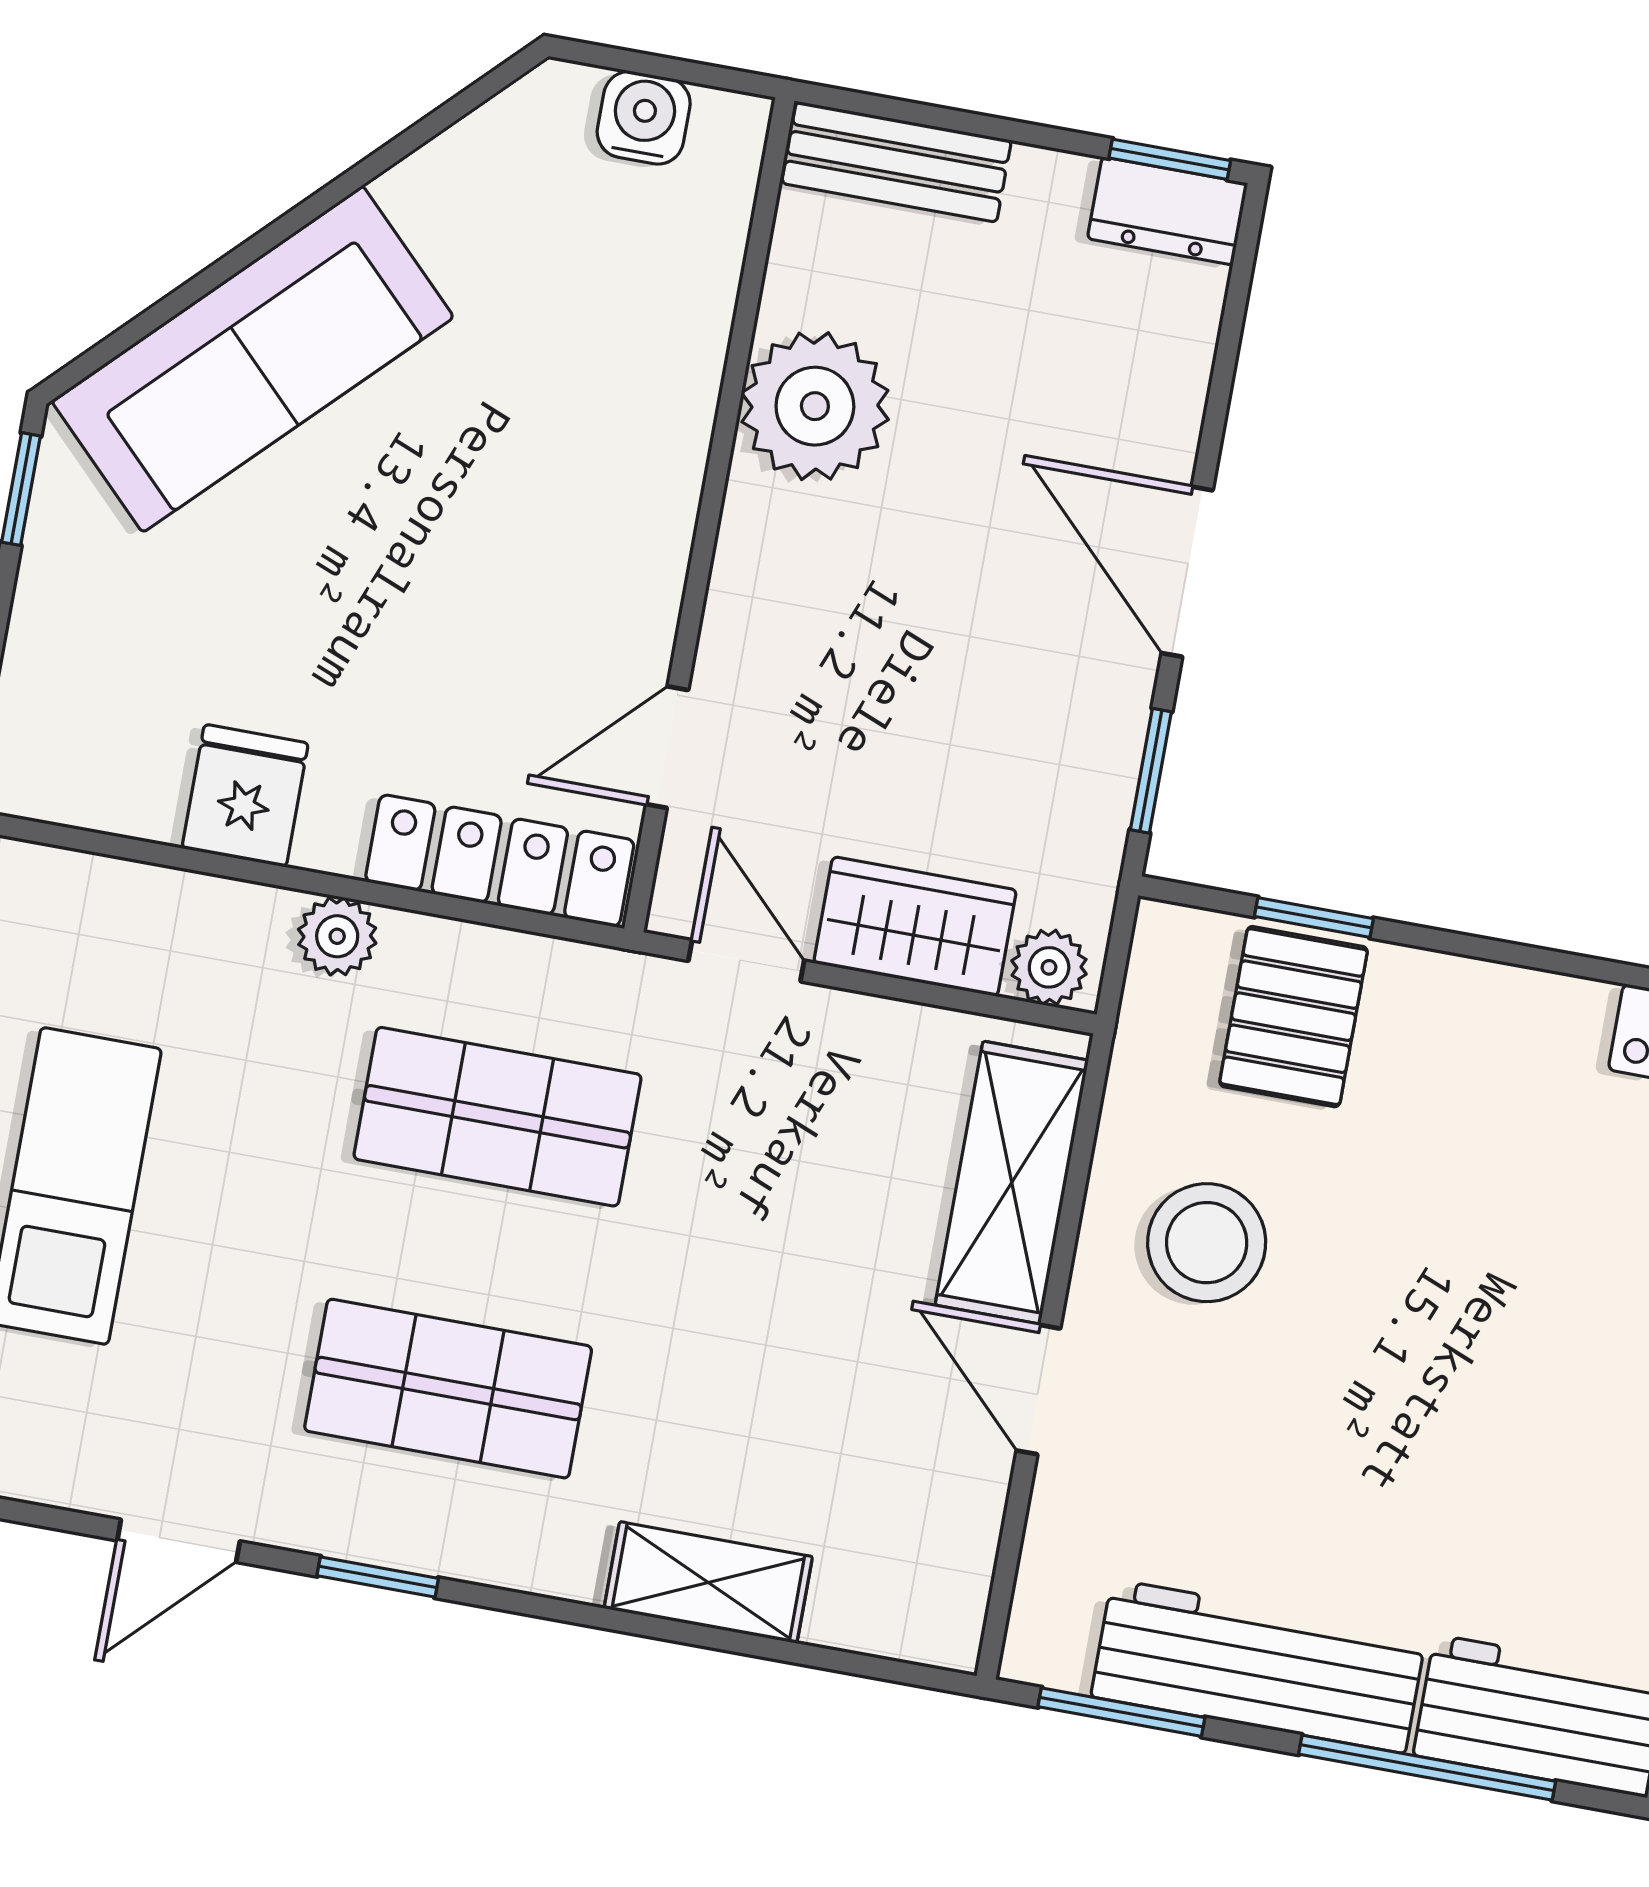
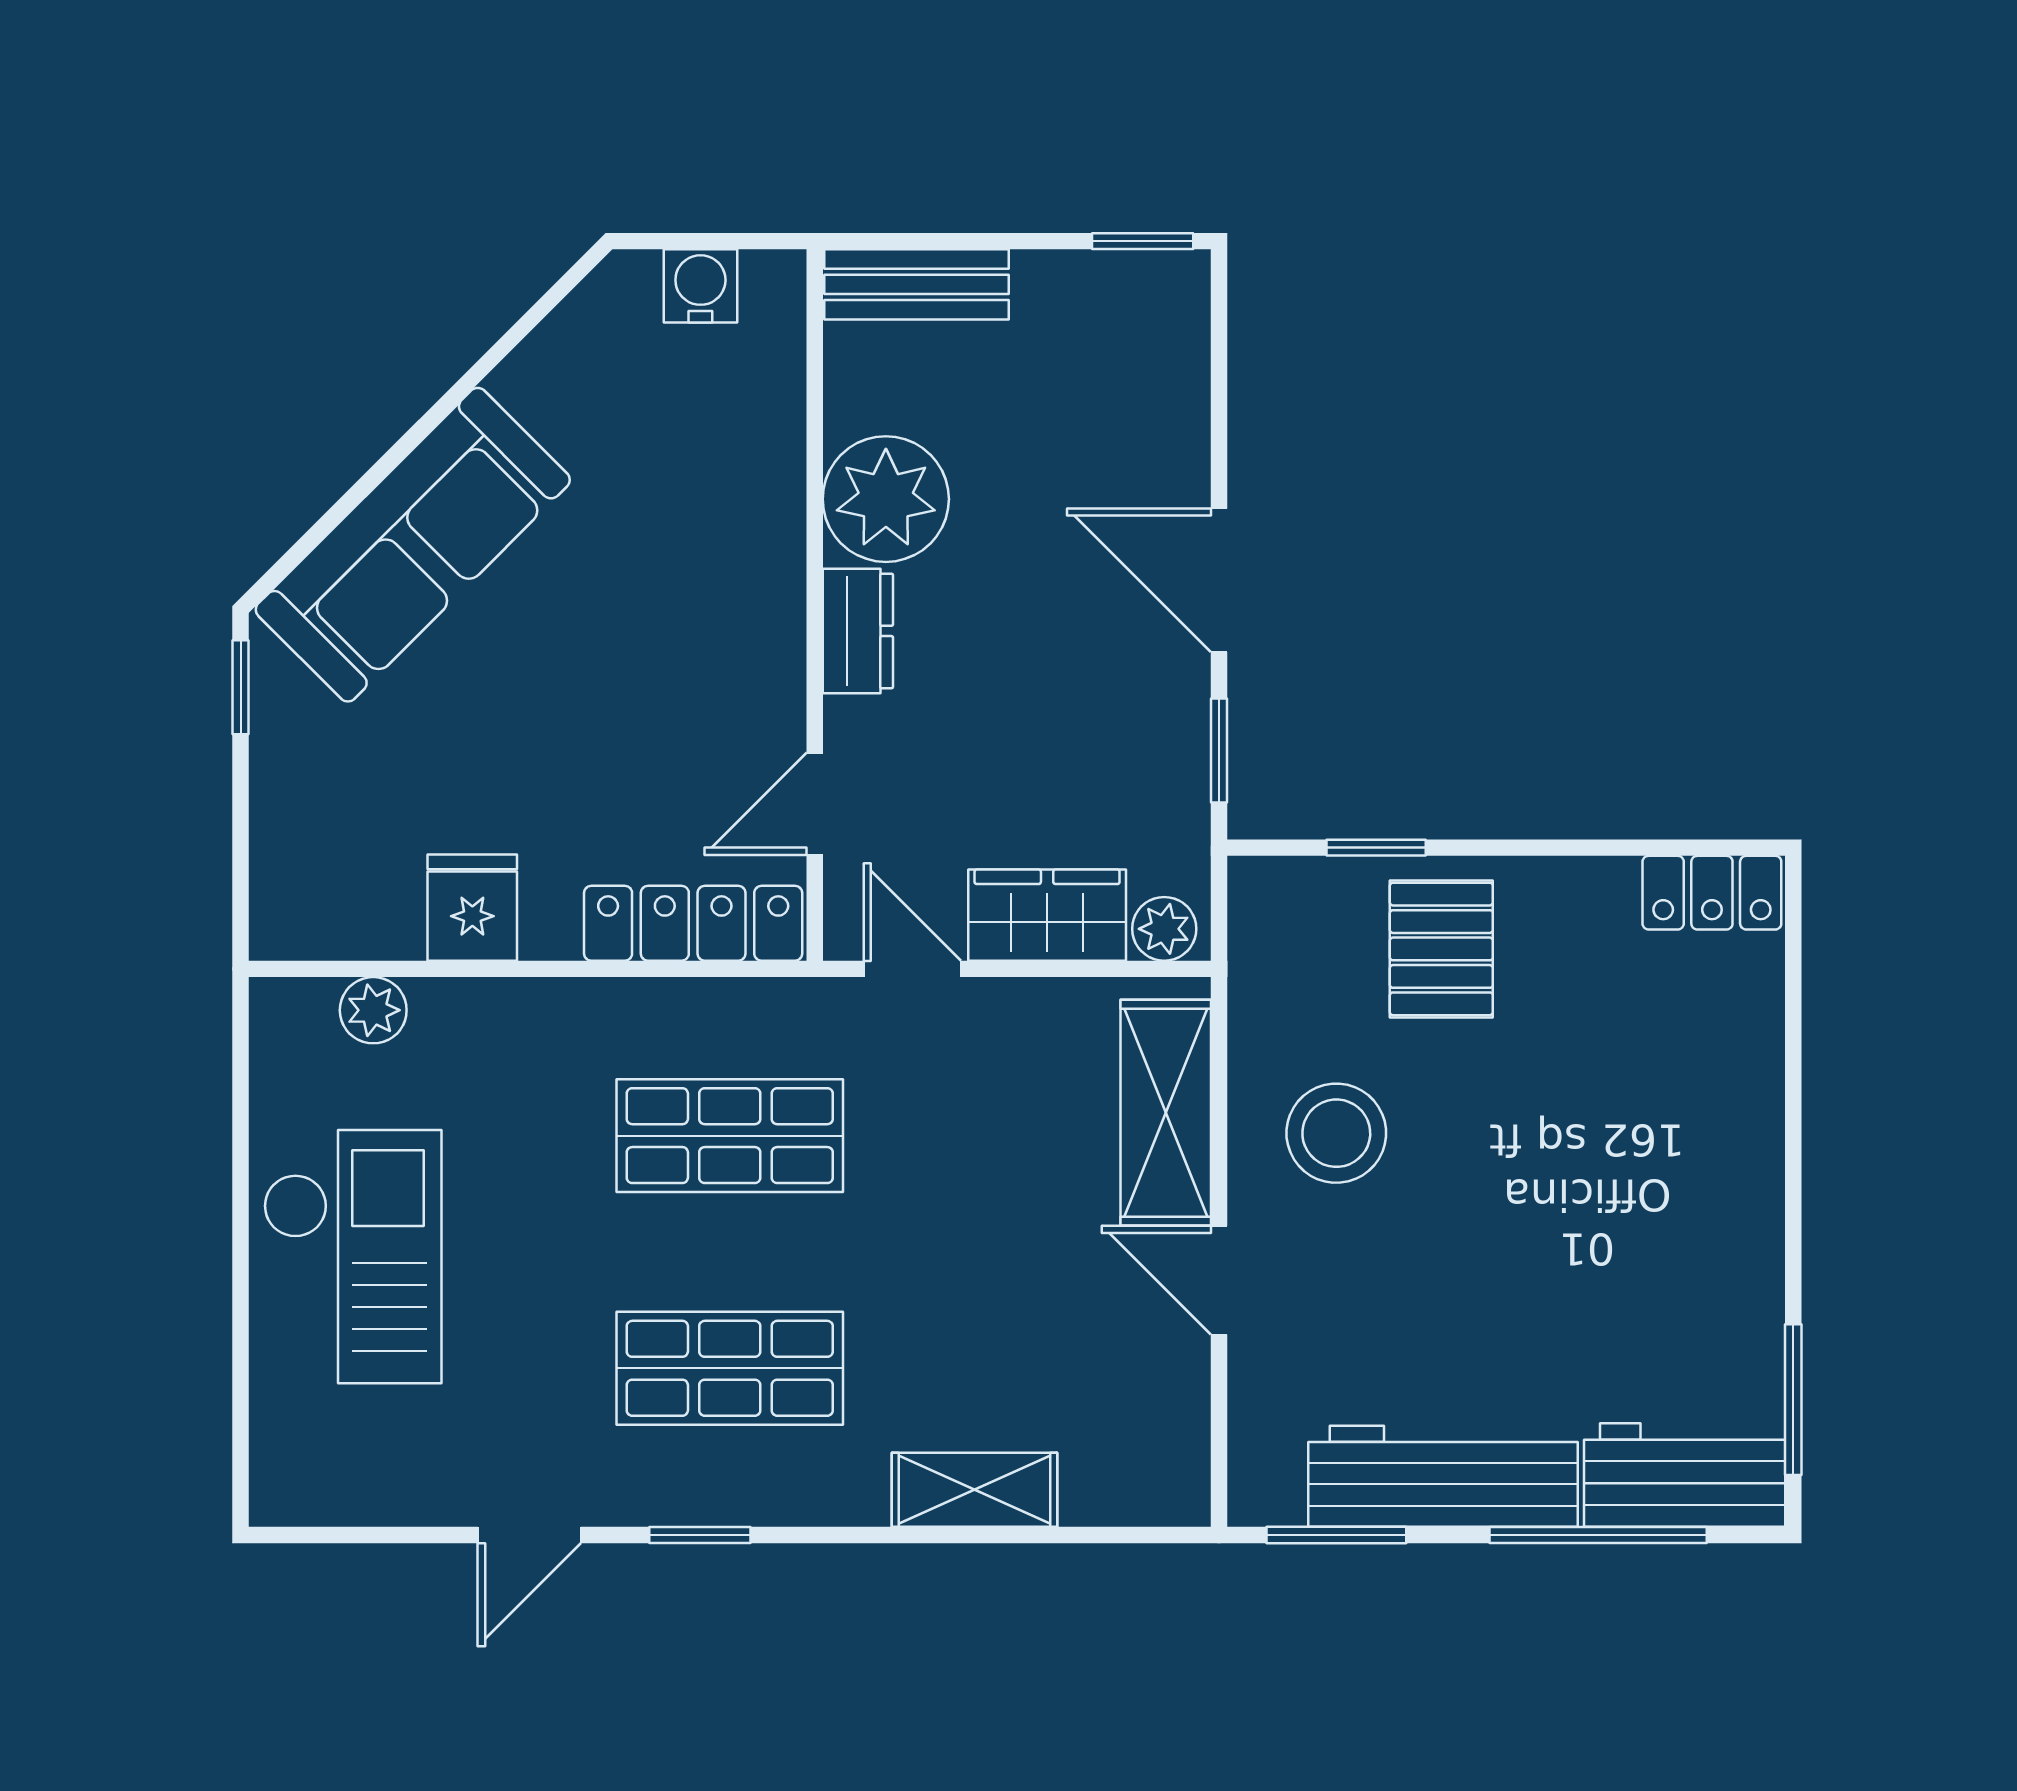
dresser: (1168, 211) -> (858, 631), moved, turned -90
plant: (337, 936) -> (373, 1010), moved
pallet: (1294, 1017) -> (1441, 949), moved

